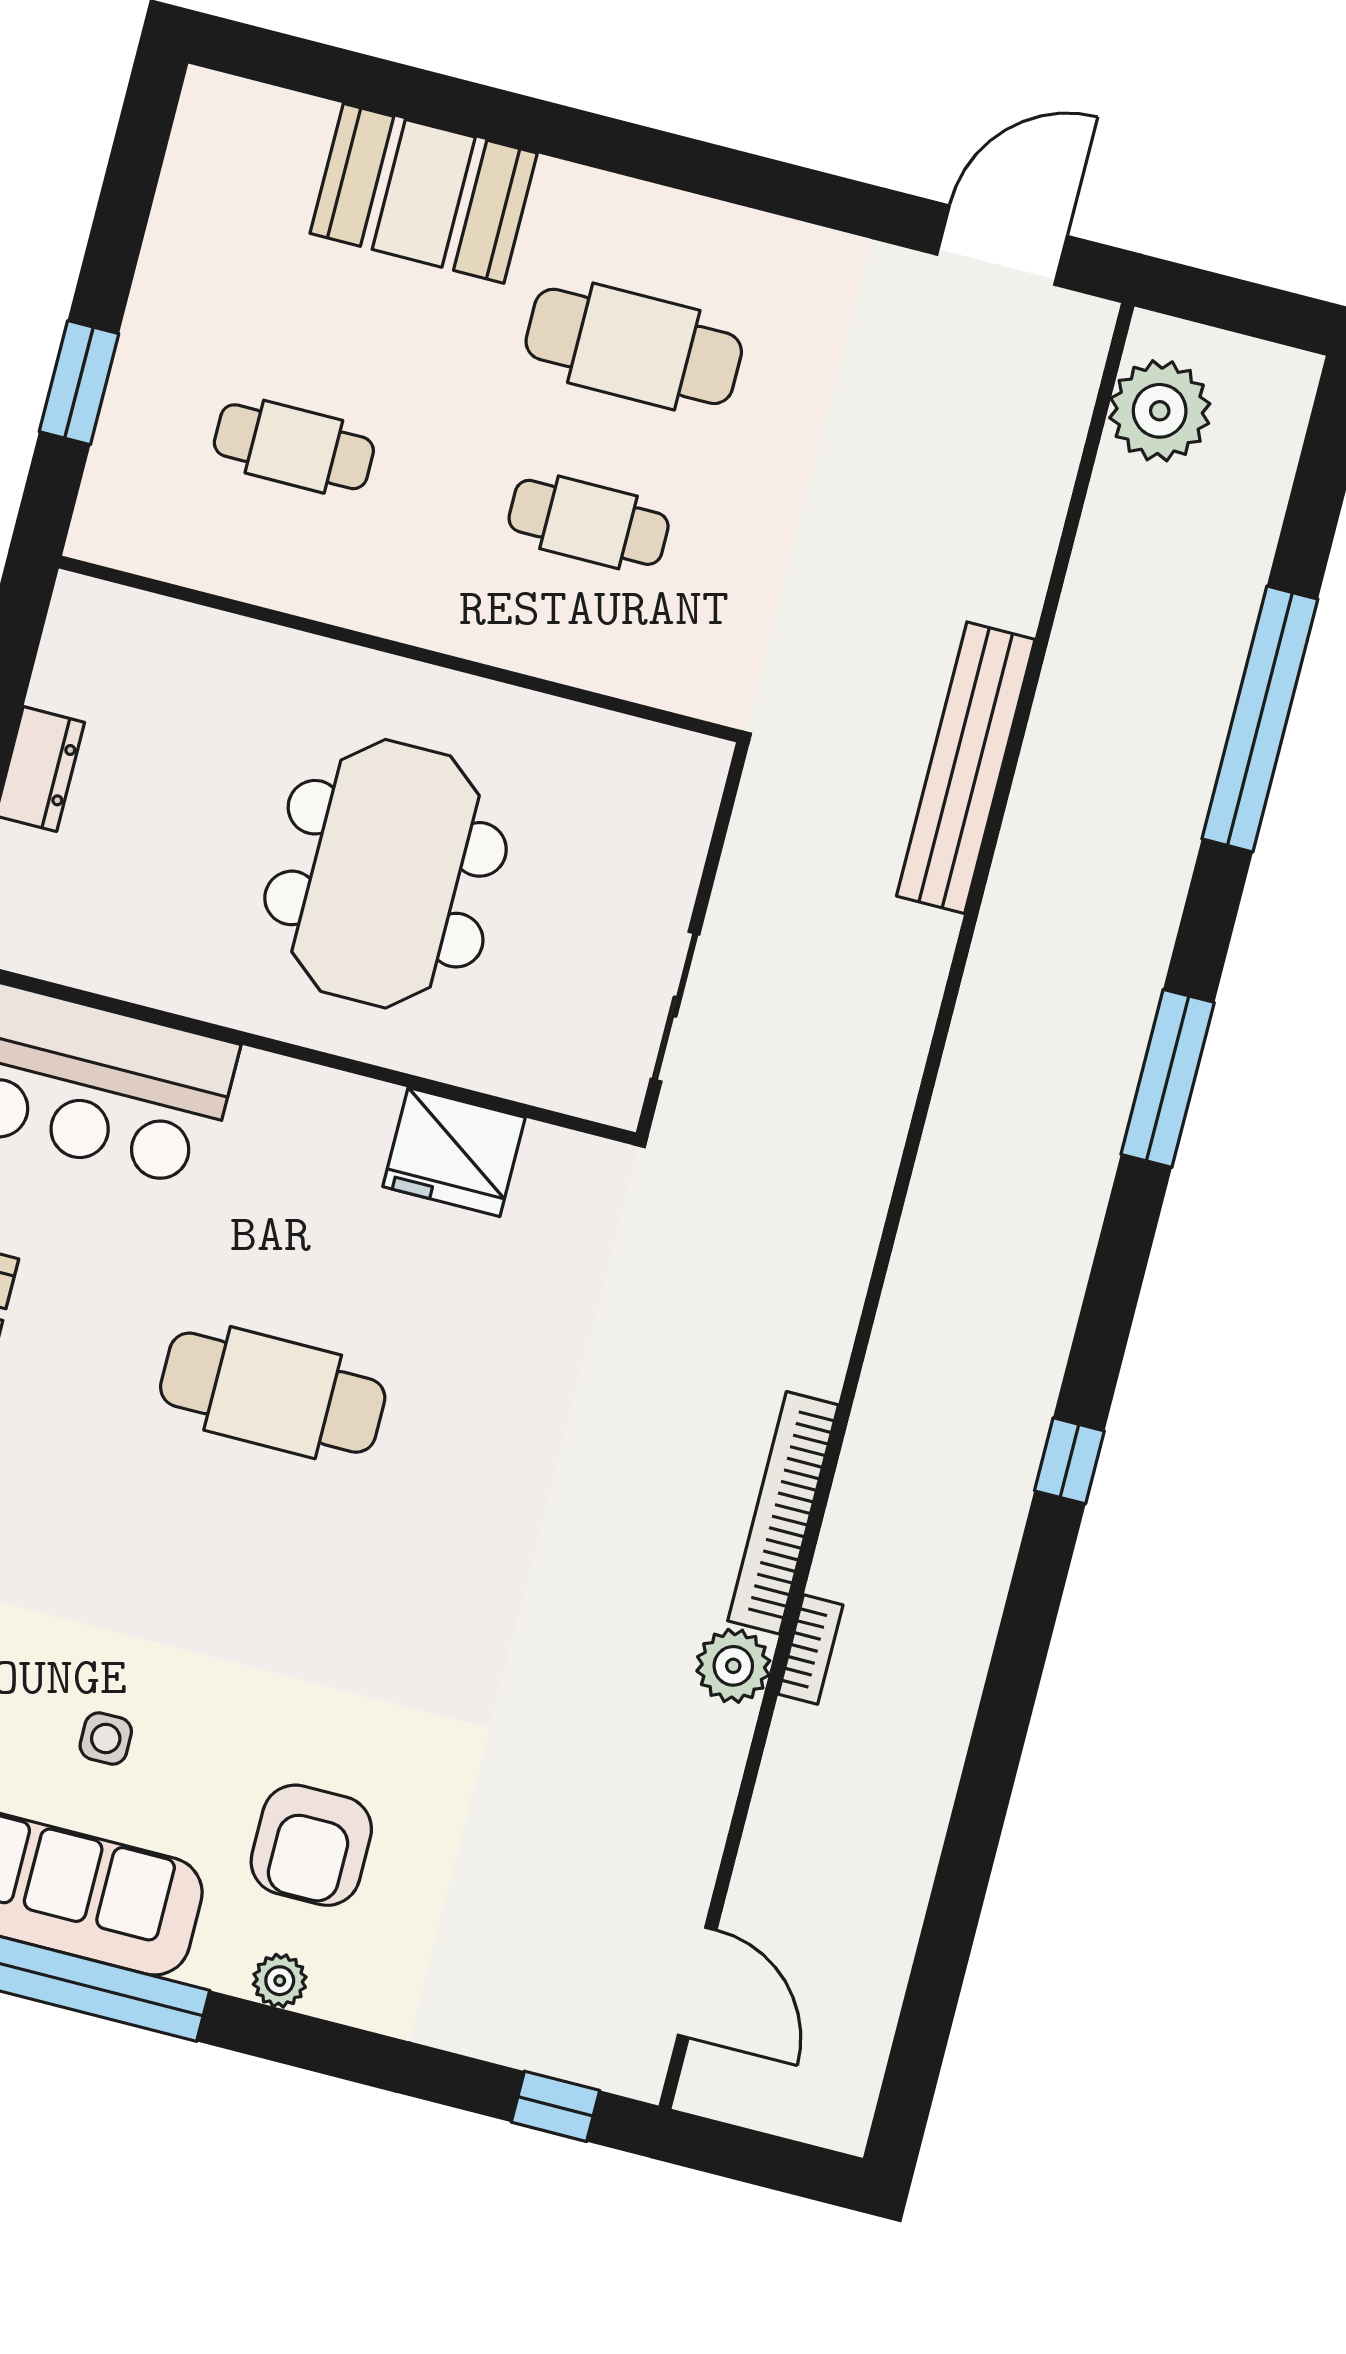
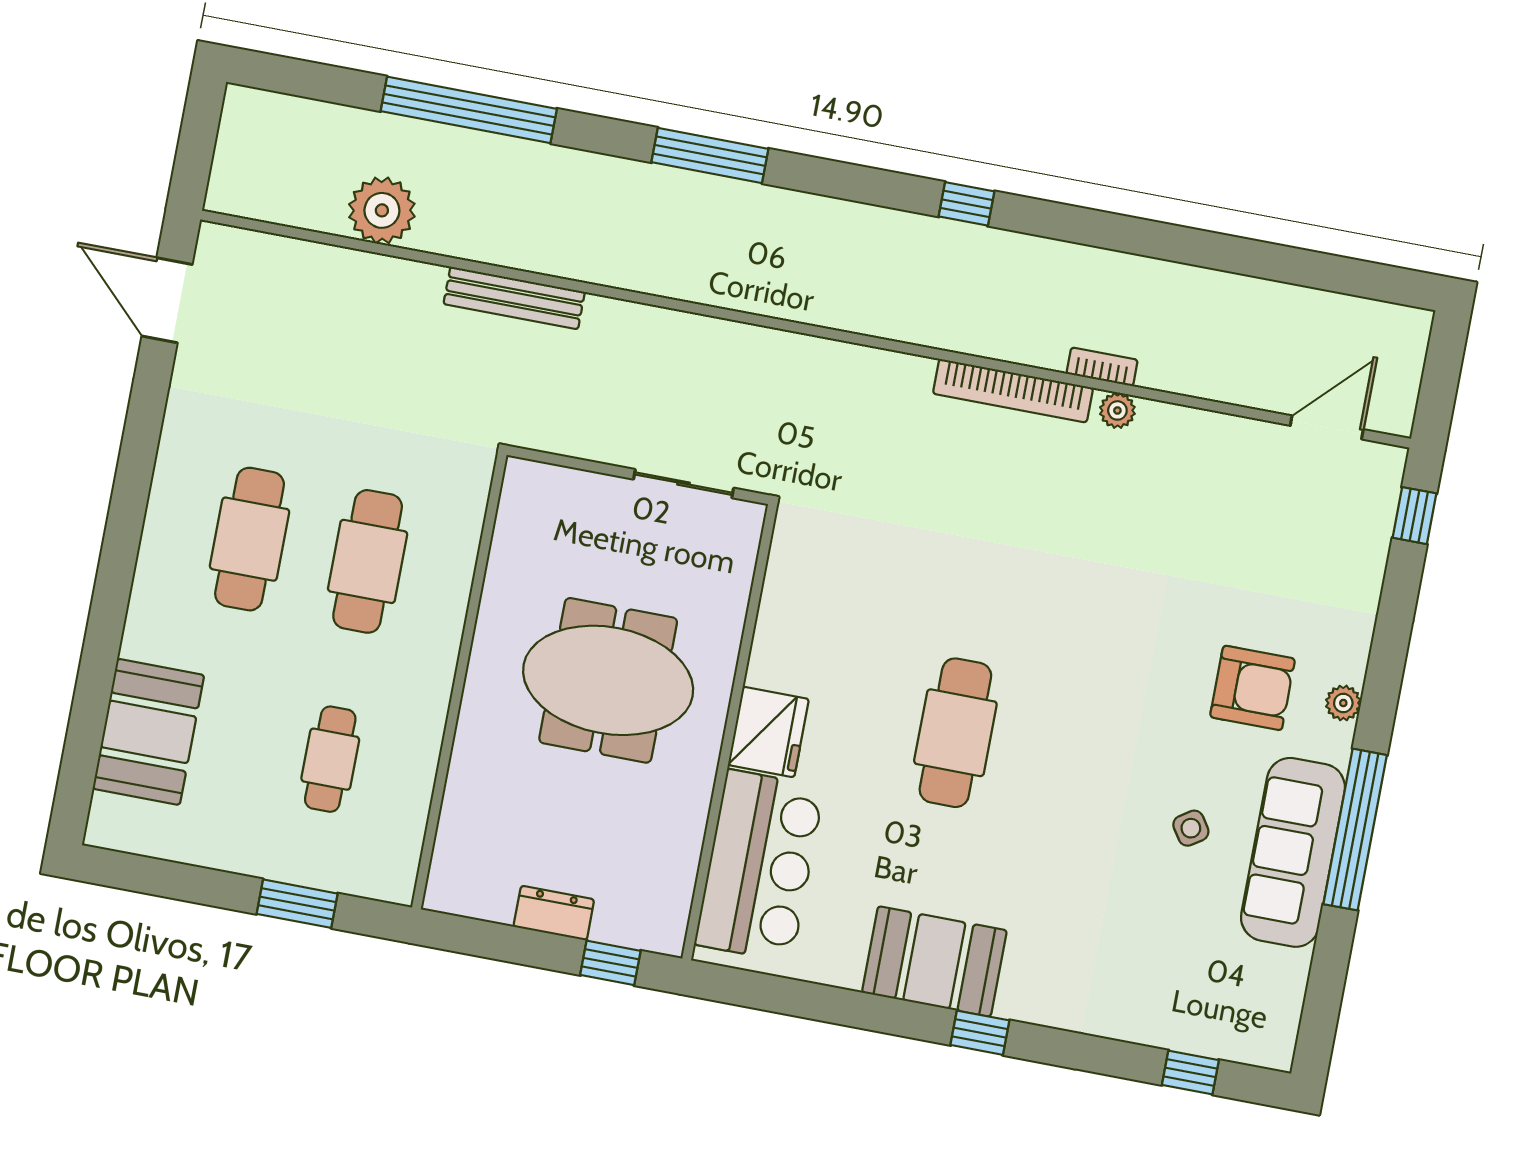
booth: (424, 193) -> (148, 732), moved
plant: (1160, 411) -> (382, 210), moved
cafe table: (589, 522) -> (368, 561), width x1.37, depth x1.35
bench: (966, 768) -> (514, 298), width x0.73, depth x0.82
fridge: (454, 1152) -> (768, 732), moved
plant: (733, 1666) -> (1117, 410), width x0.73, depth x0.73
side table: (106, 1738) -> (1191, 828), turned -34

